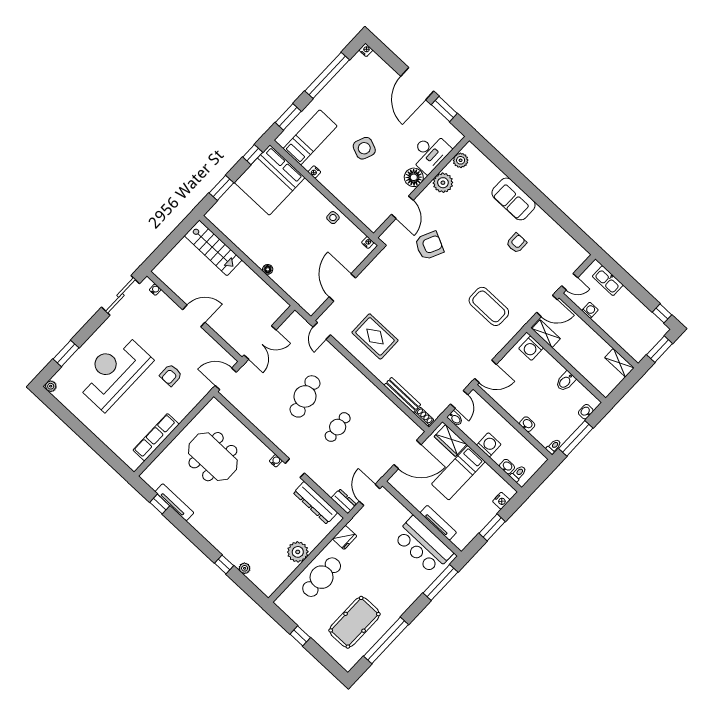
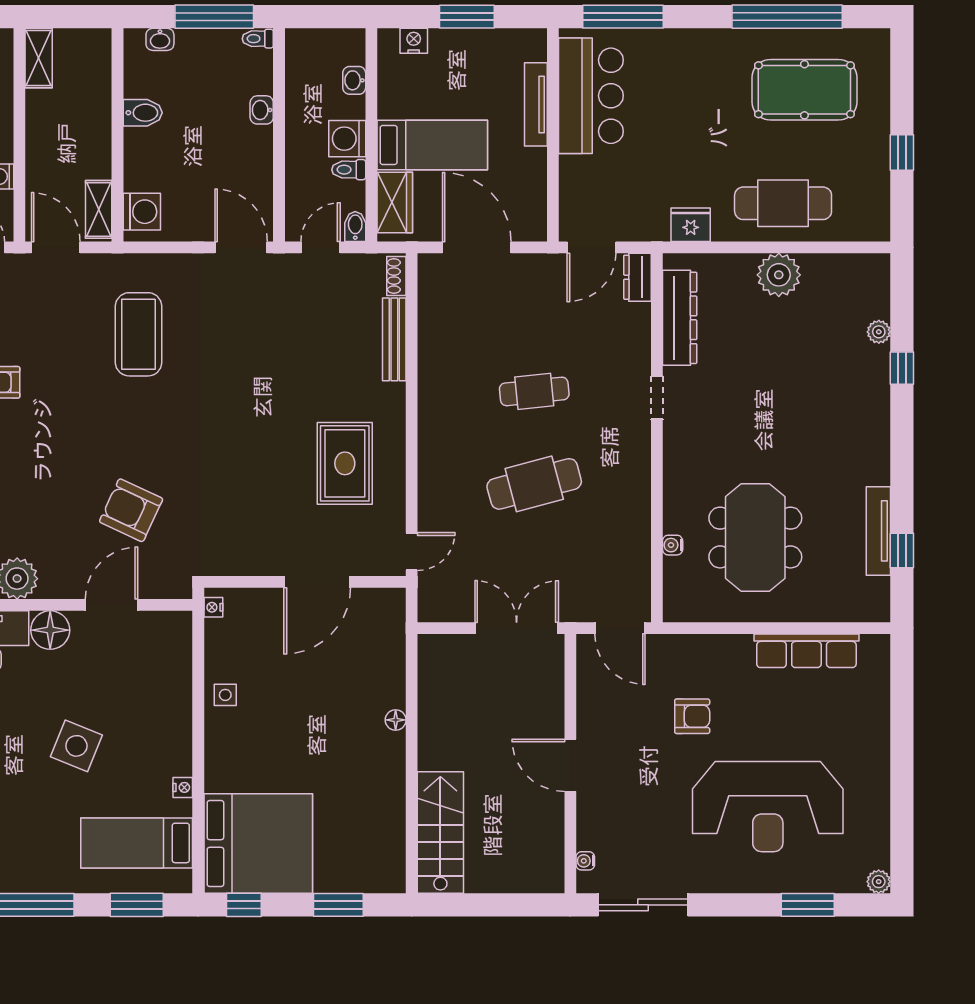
water cooler: (276, 461) -> (673, 545), moved
toilet: (518, 474) -> (349, 170), moved

